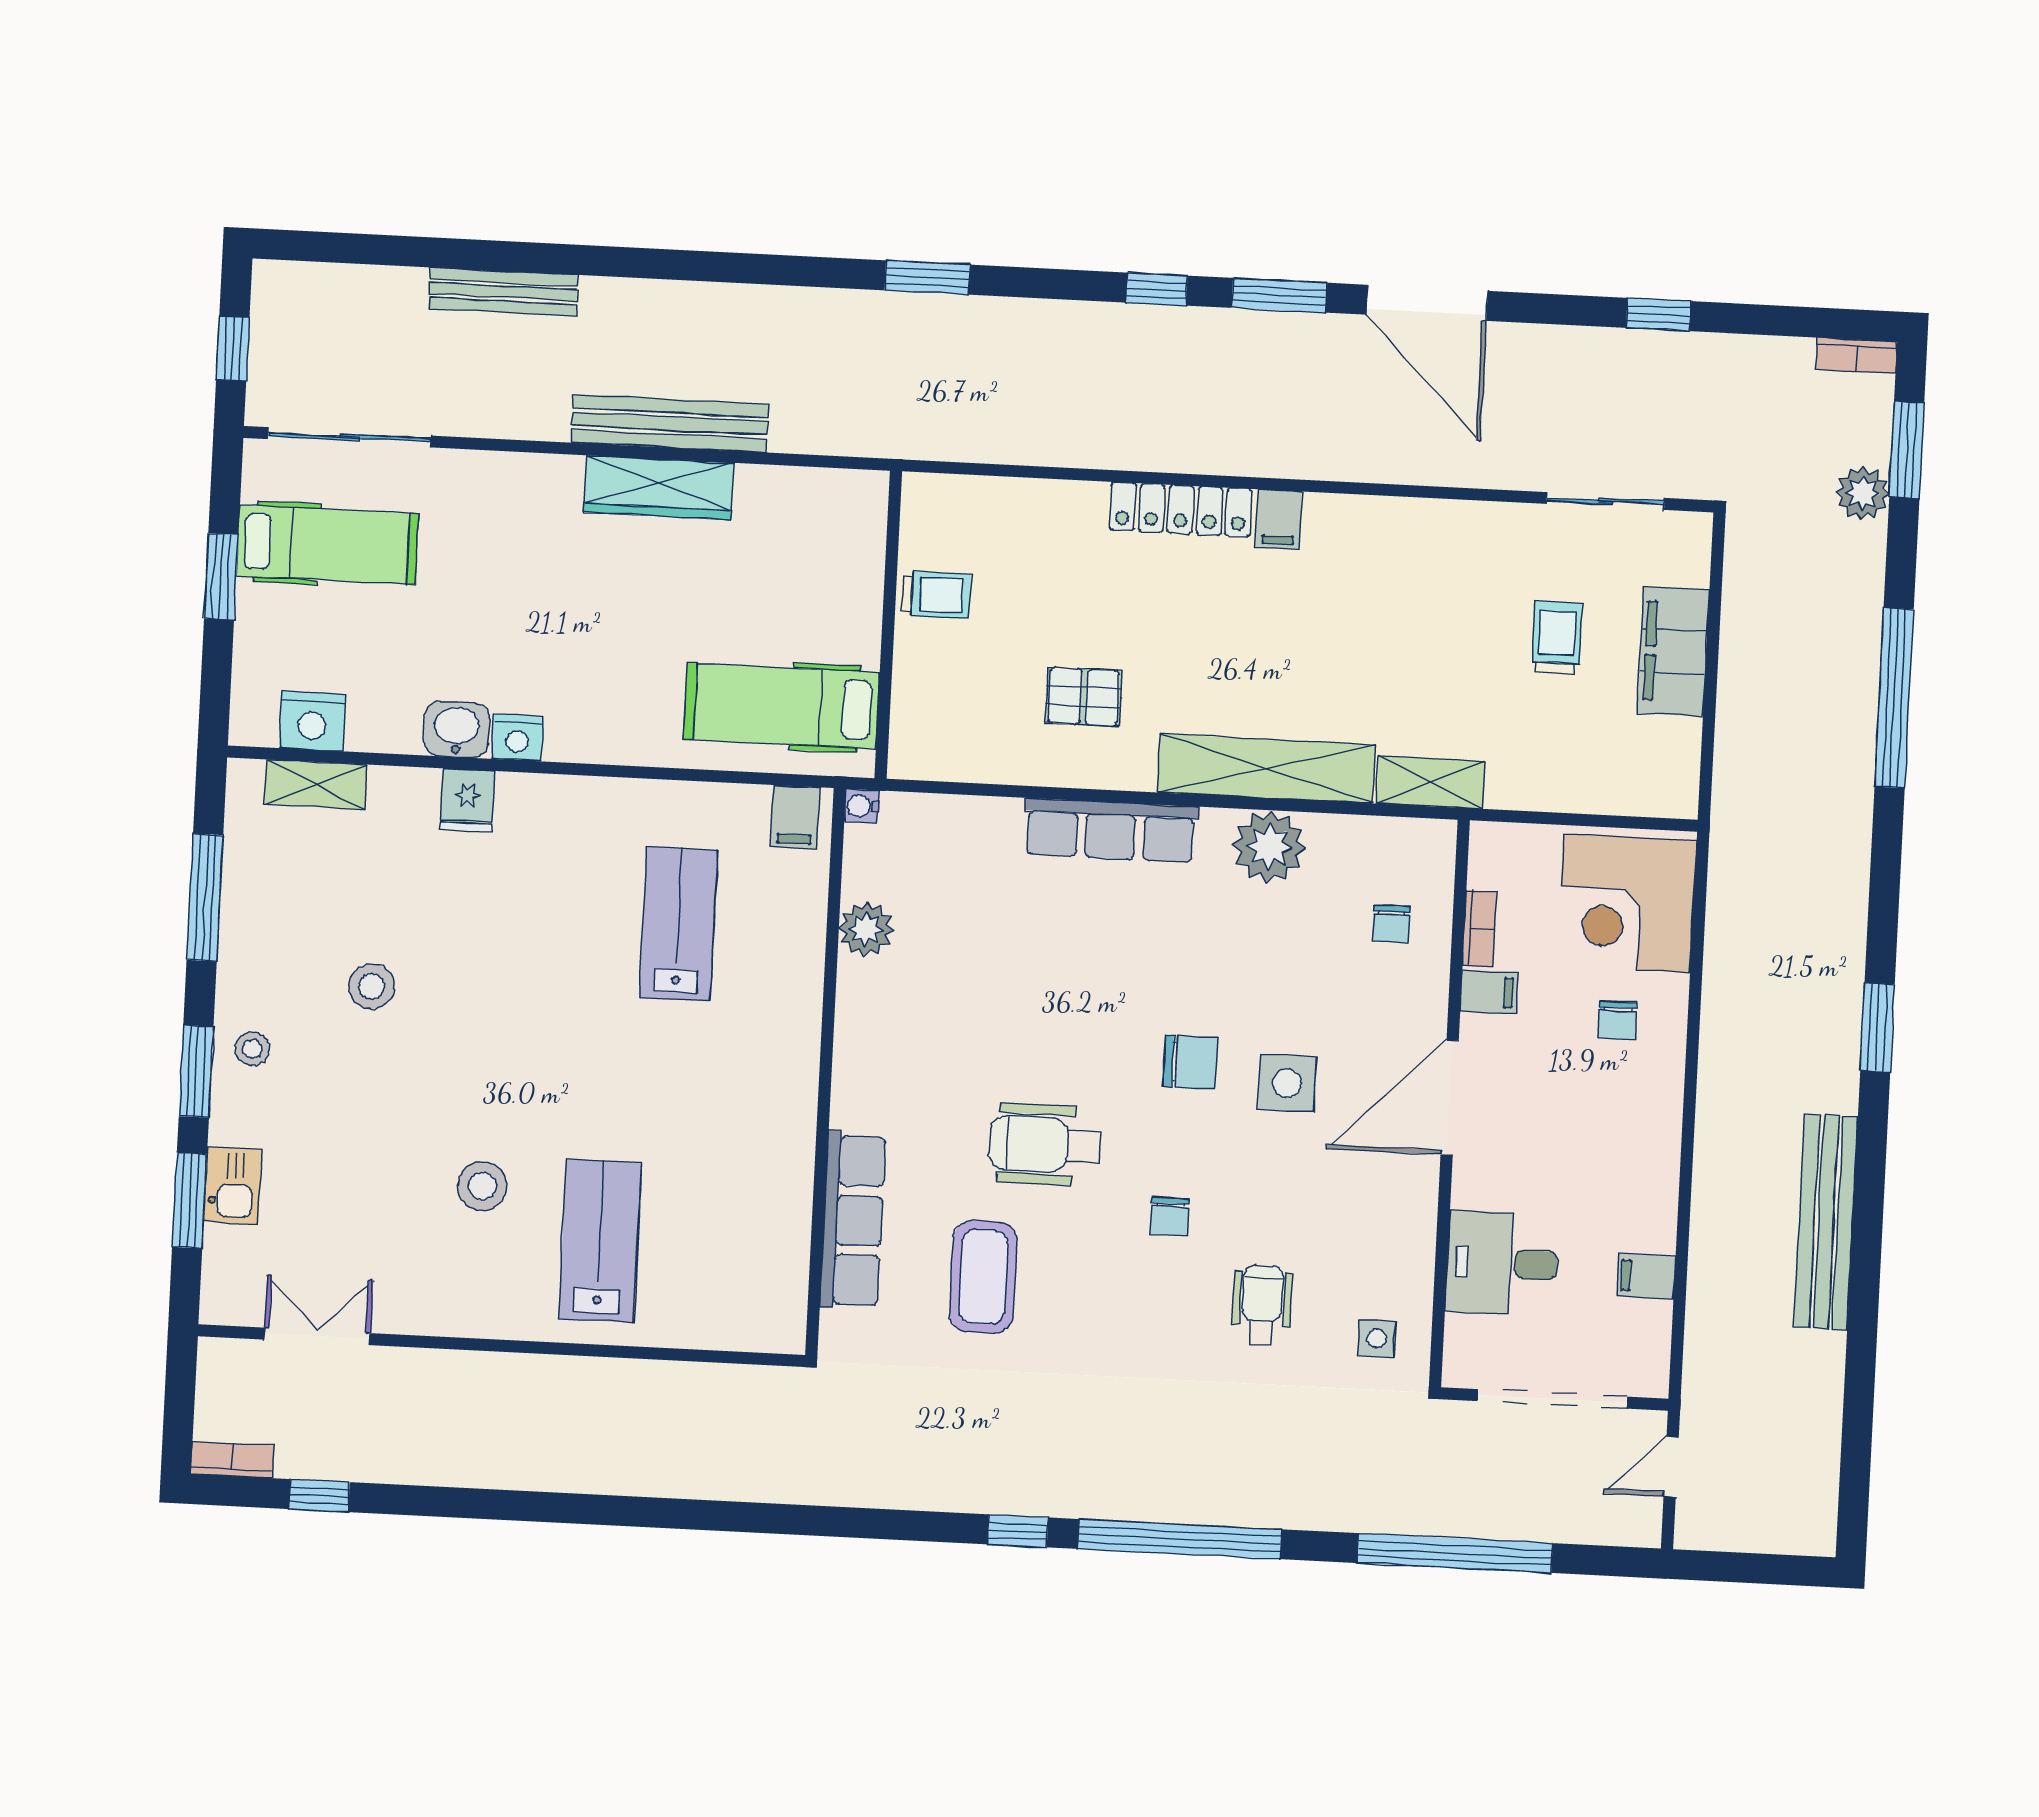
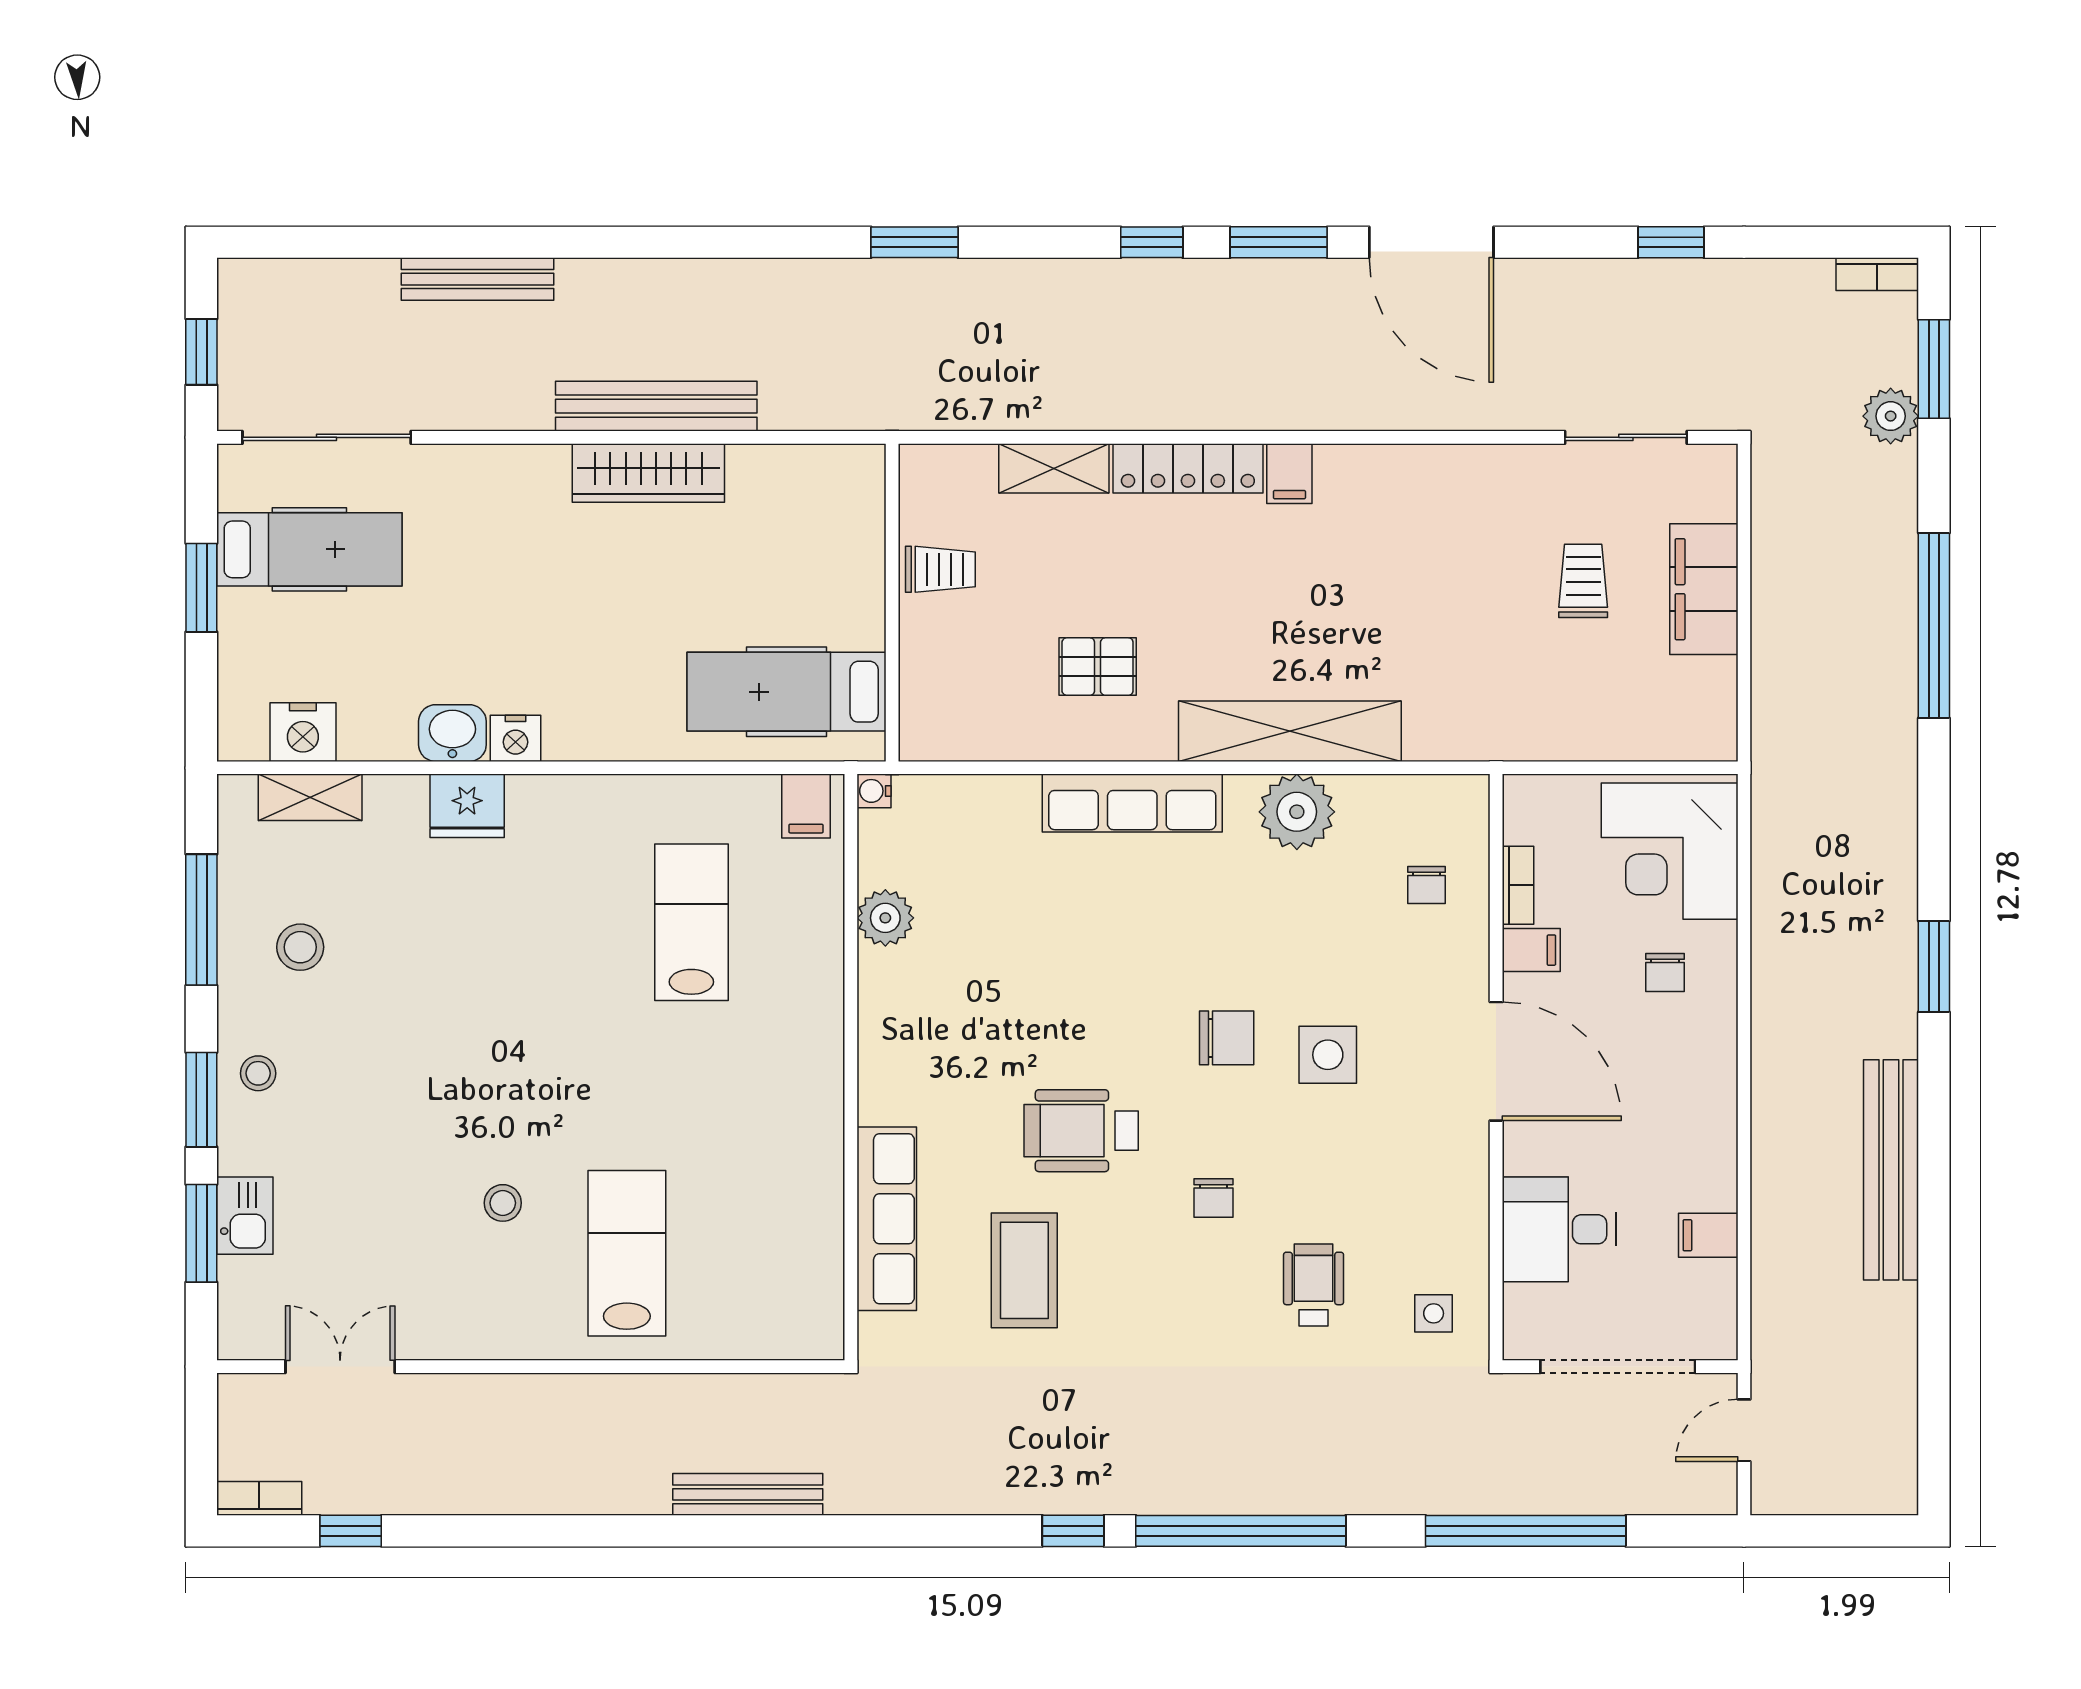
shelving: (1431, 782) -> (1054, 468), moved
fridge: (467, 800) -> (467, 806), width x1.38
stool: (372, 986) -> (300, 947), moved
door: (1450, 1098) -> (1496, 1061), swing flipped
stool: (482, 1186) -> (503, 1203), width x0.73, depth x0.73
bench: (705, 1480) -> (748, 1494), added

